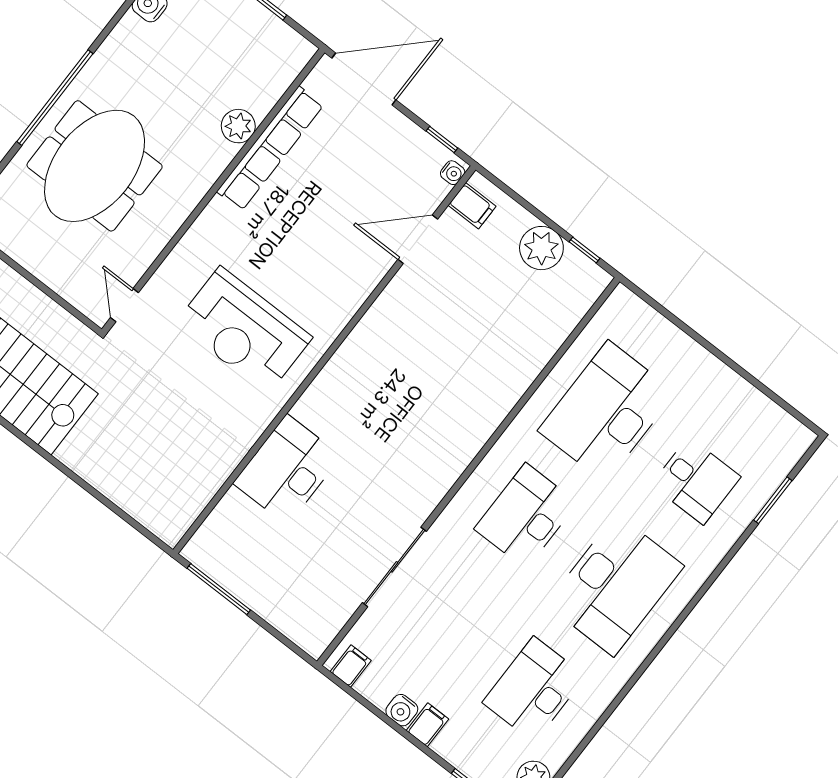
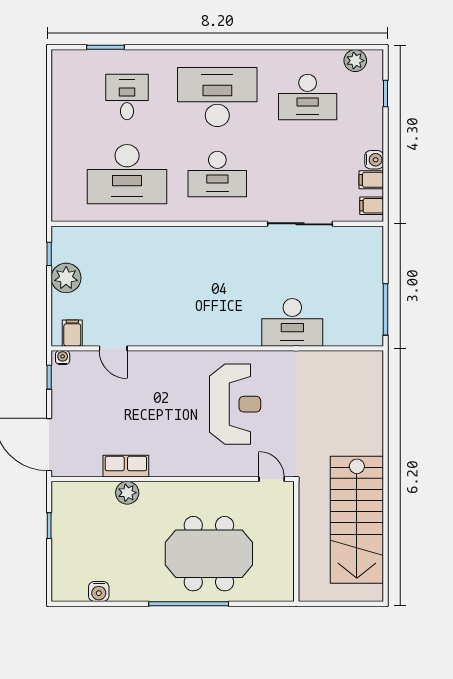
row of seats: (270, 148) -> (126, 466), width x0.50
door: (418, 239) -> (113, 348), width x0.73
door: (124, 305) -> (272, 479), swing flipped
filing cabinet: (427, 725) -> (371, 180), moved

